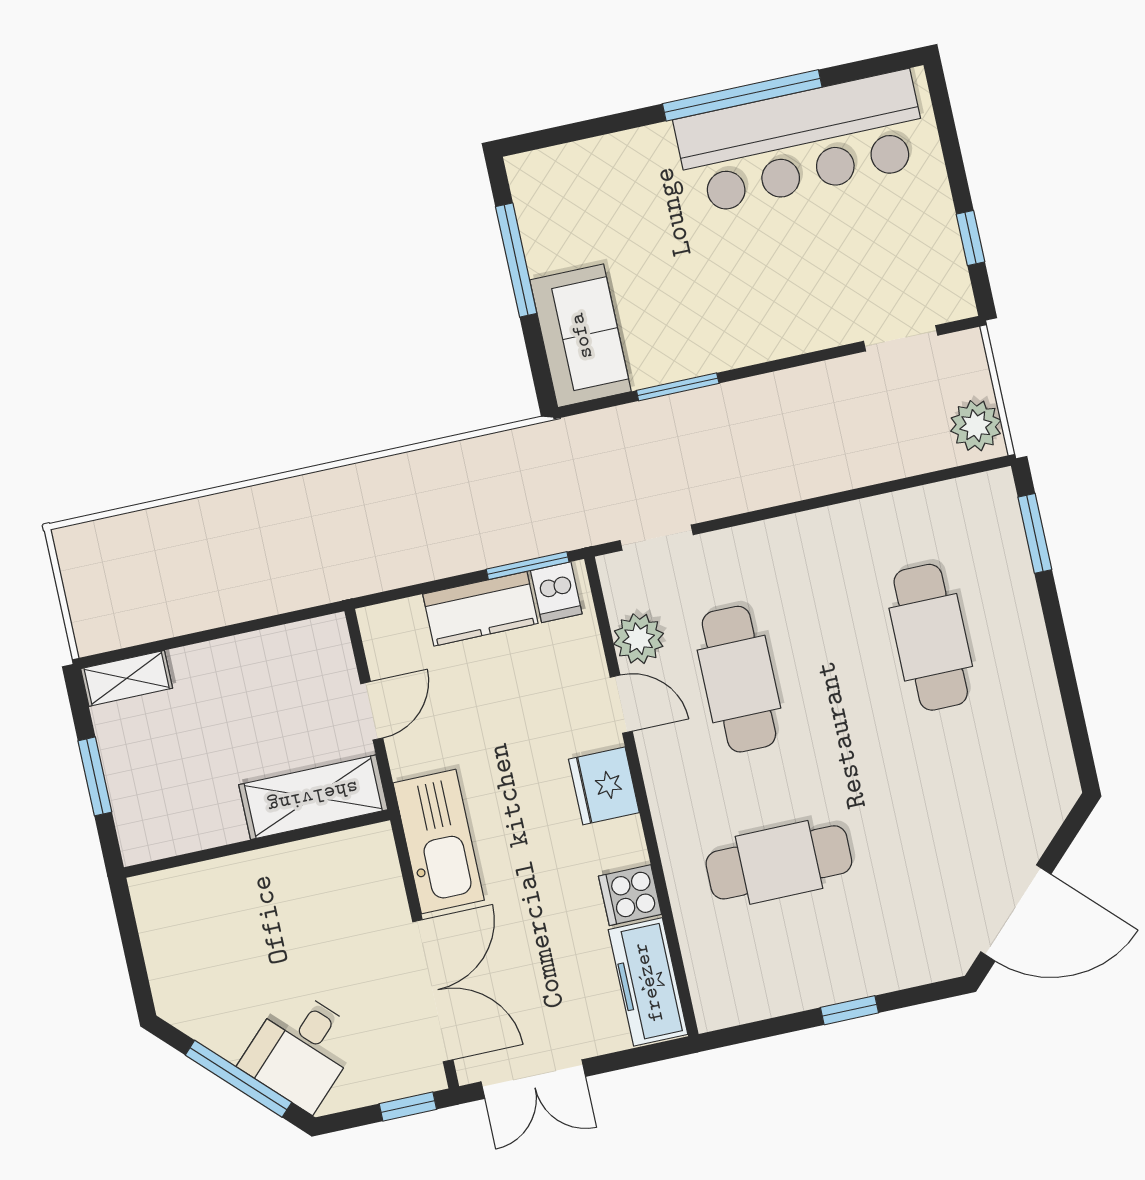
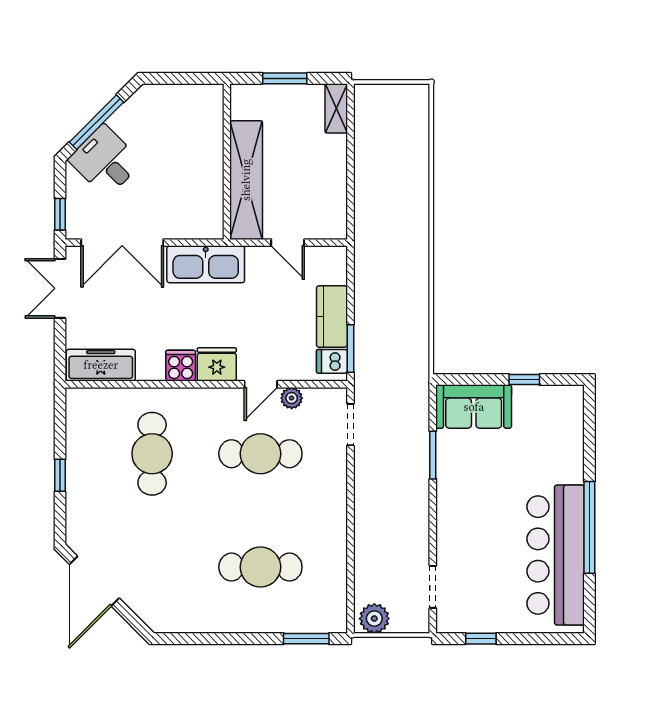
window: (516, 260) -> (524, 380), width x0.46
plant: (639, 639) -> (292, 398), width x0.73, depth x0.73
shelving: (313, 797) -> (246, 180), width x1.47
cooker: (630, 895) -> (181, 366), moved

